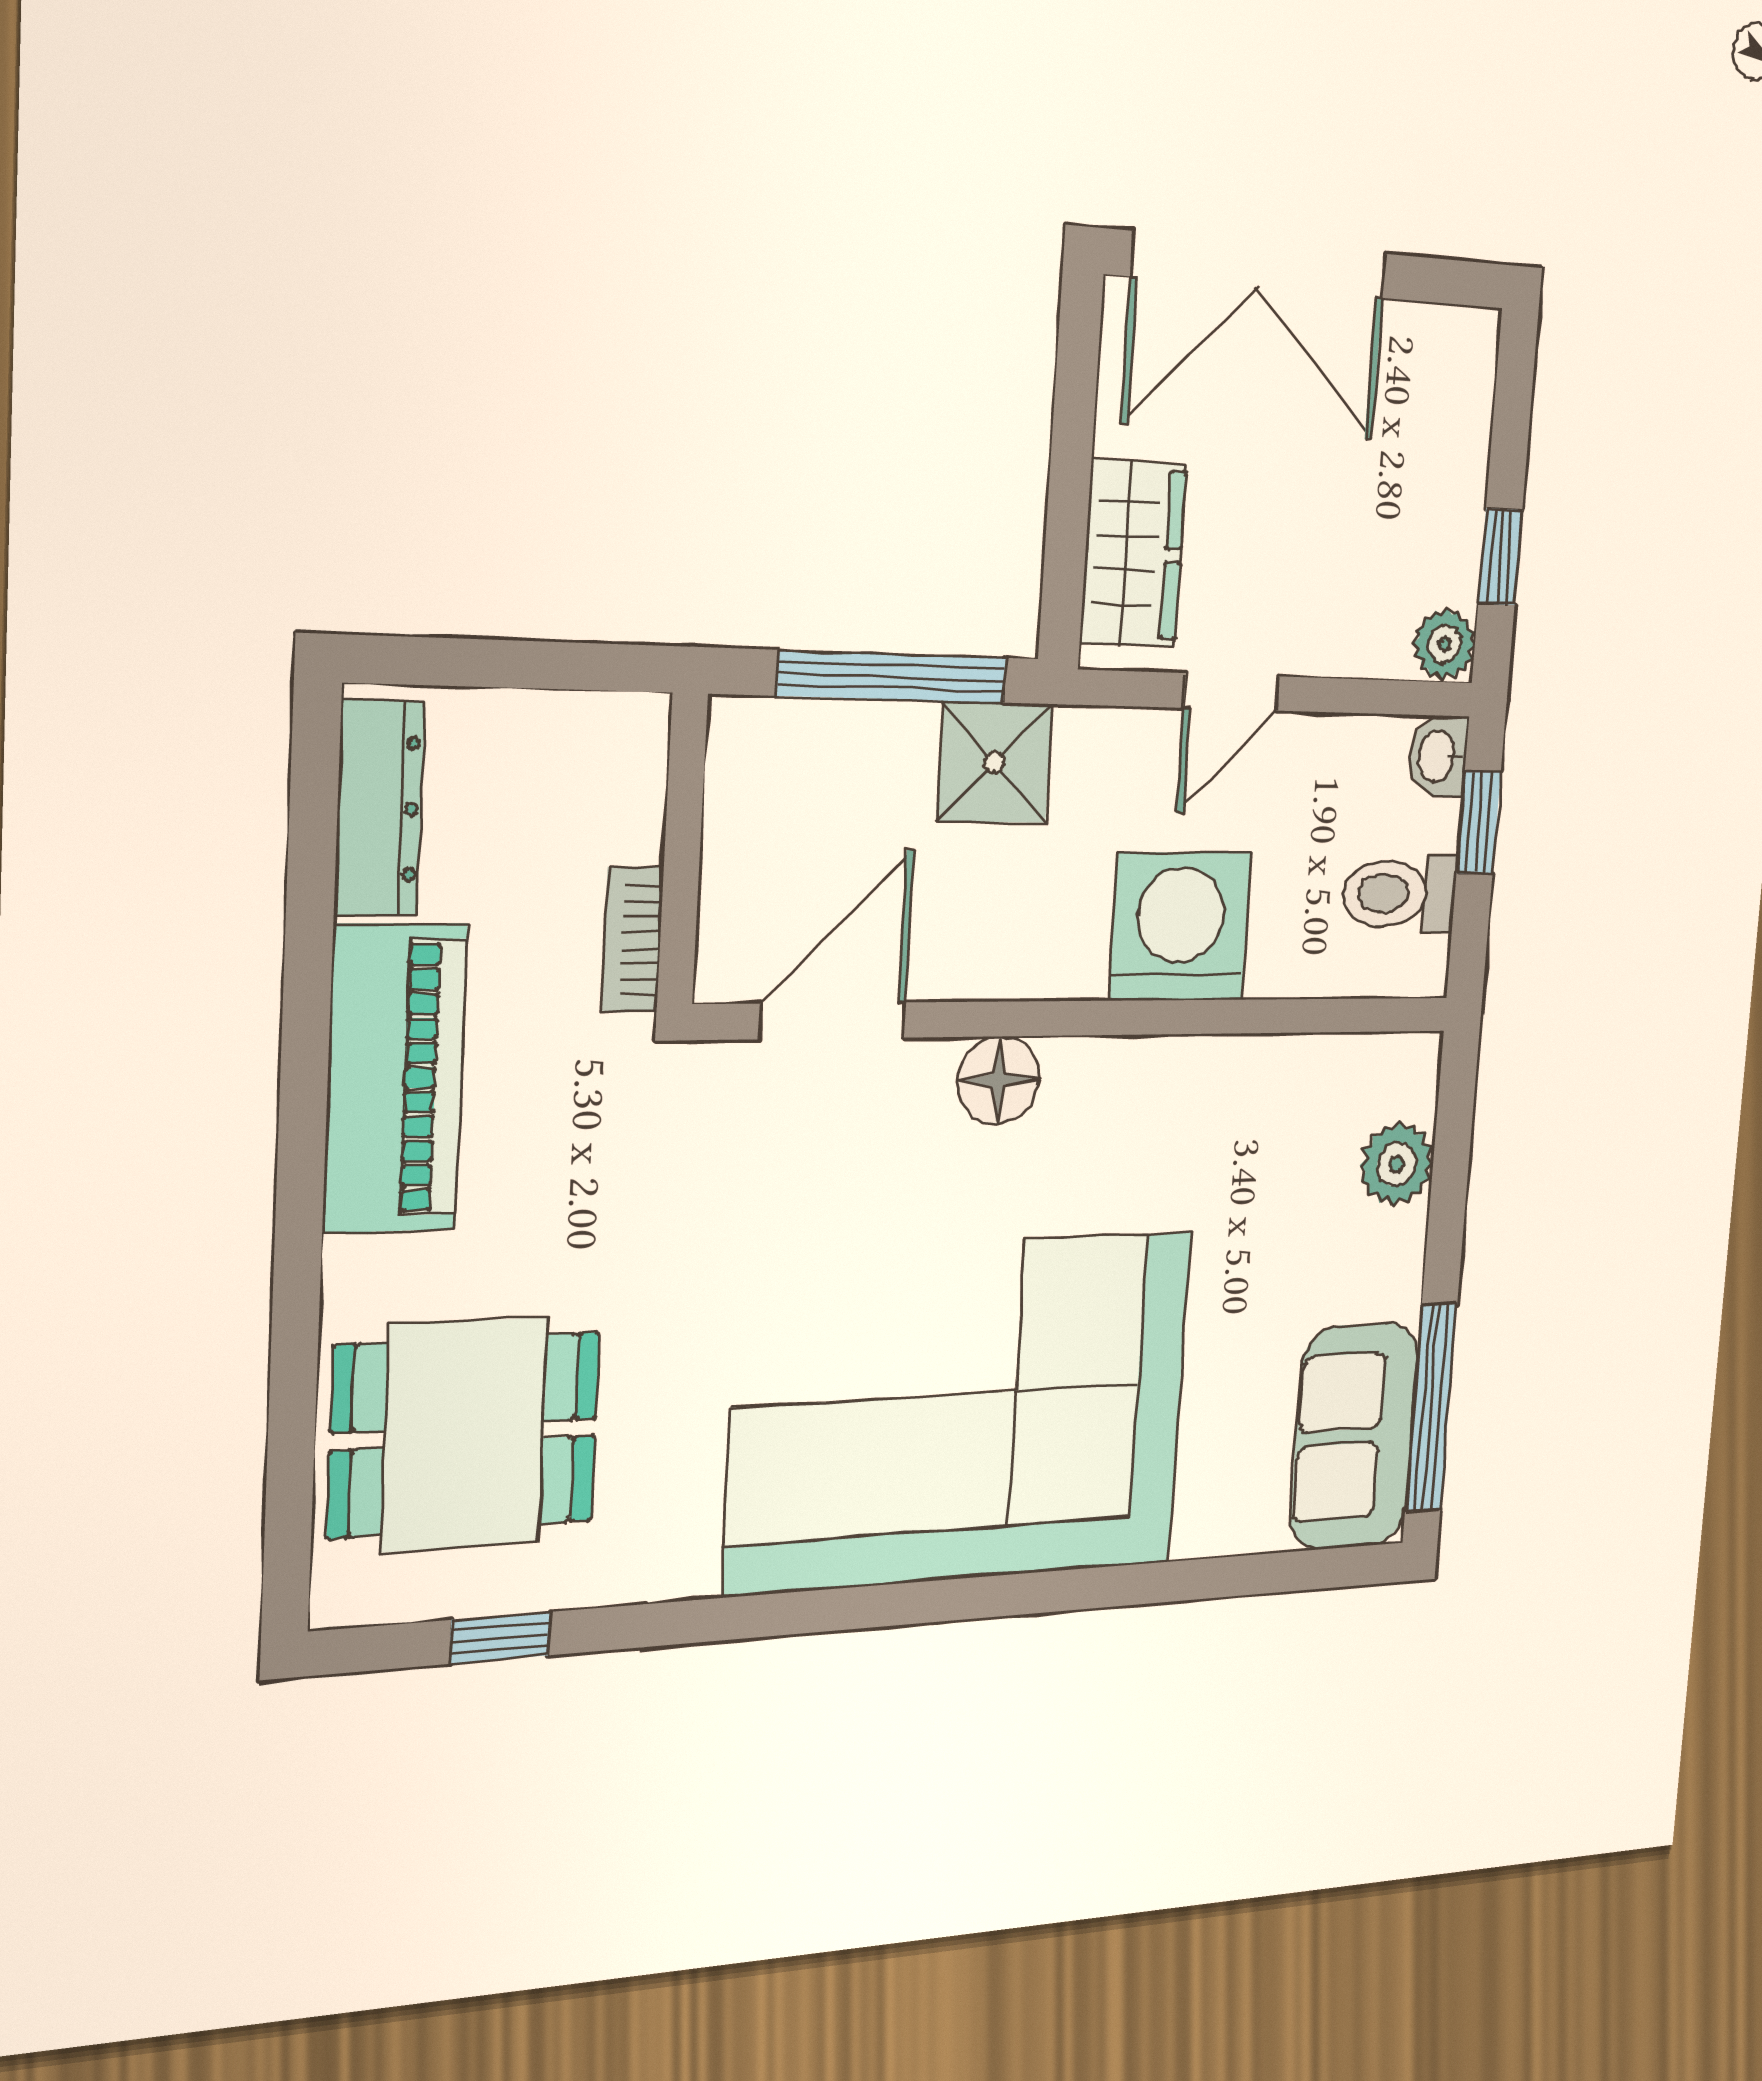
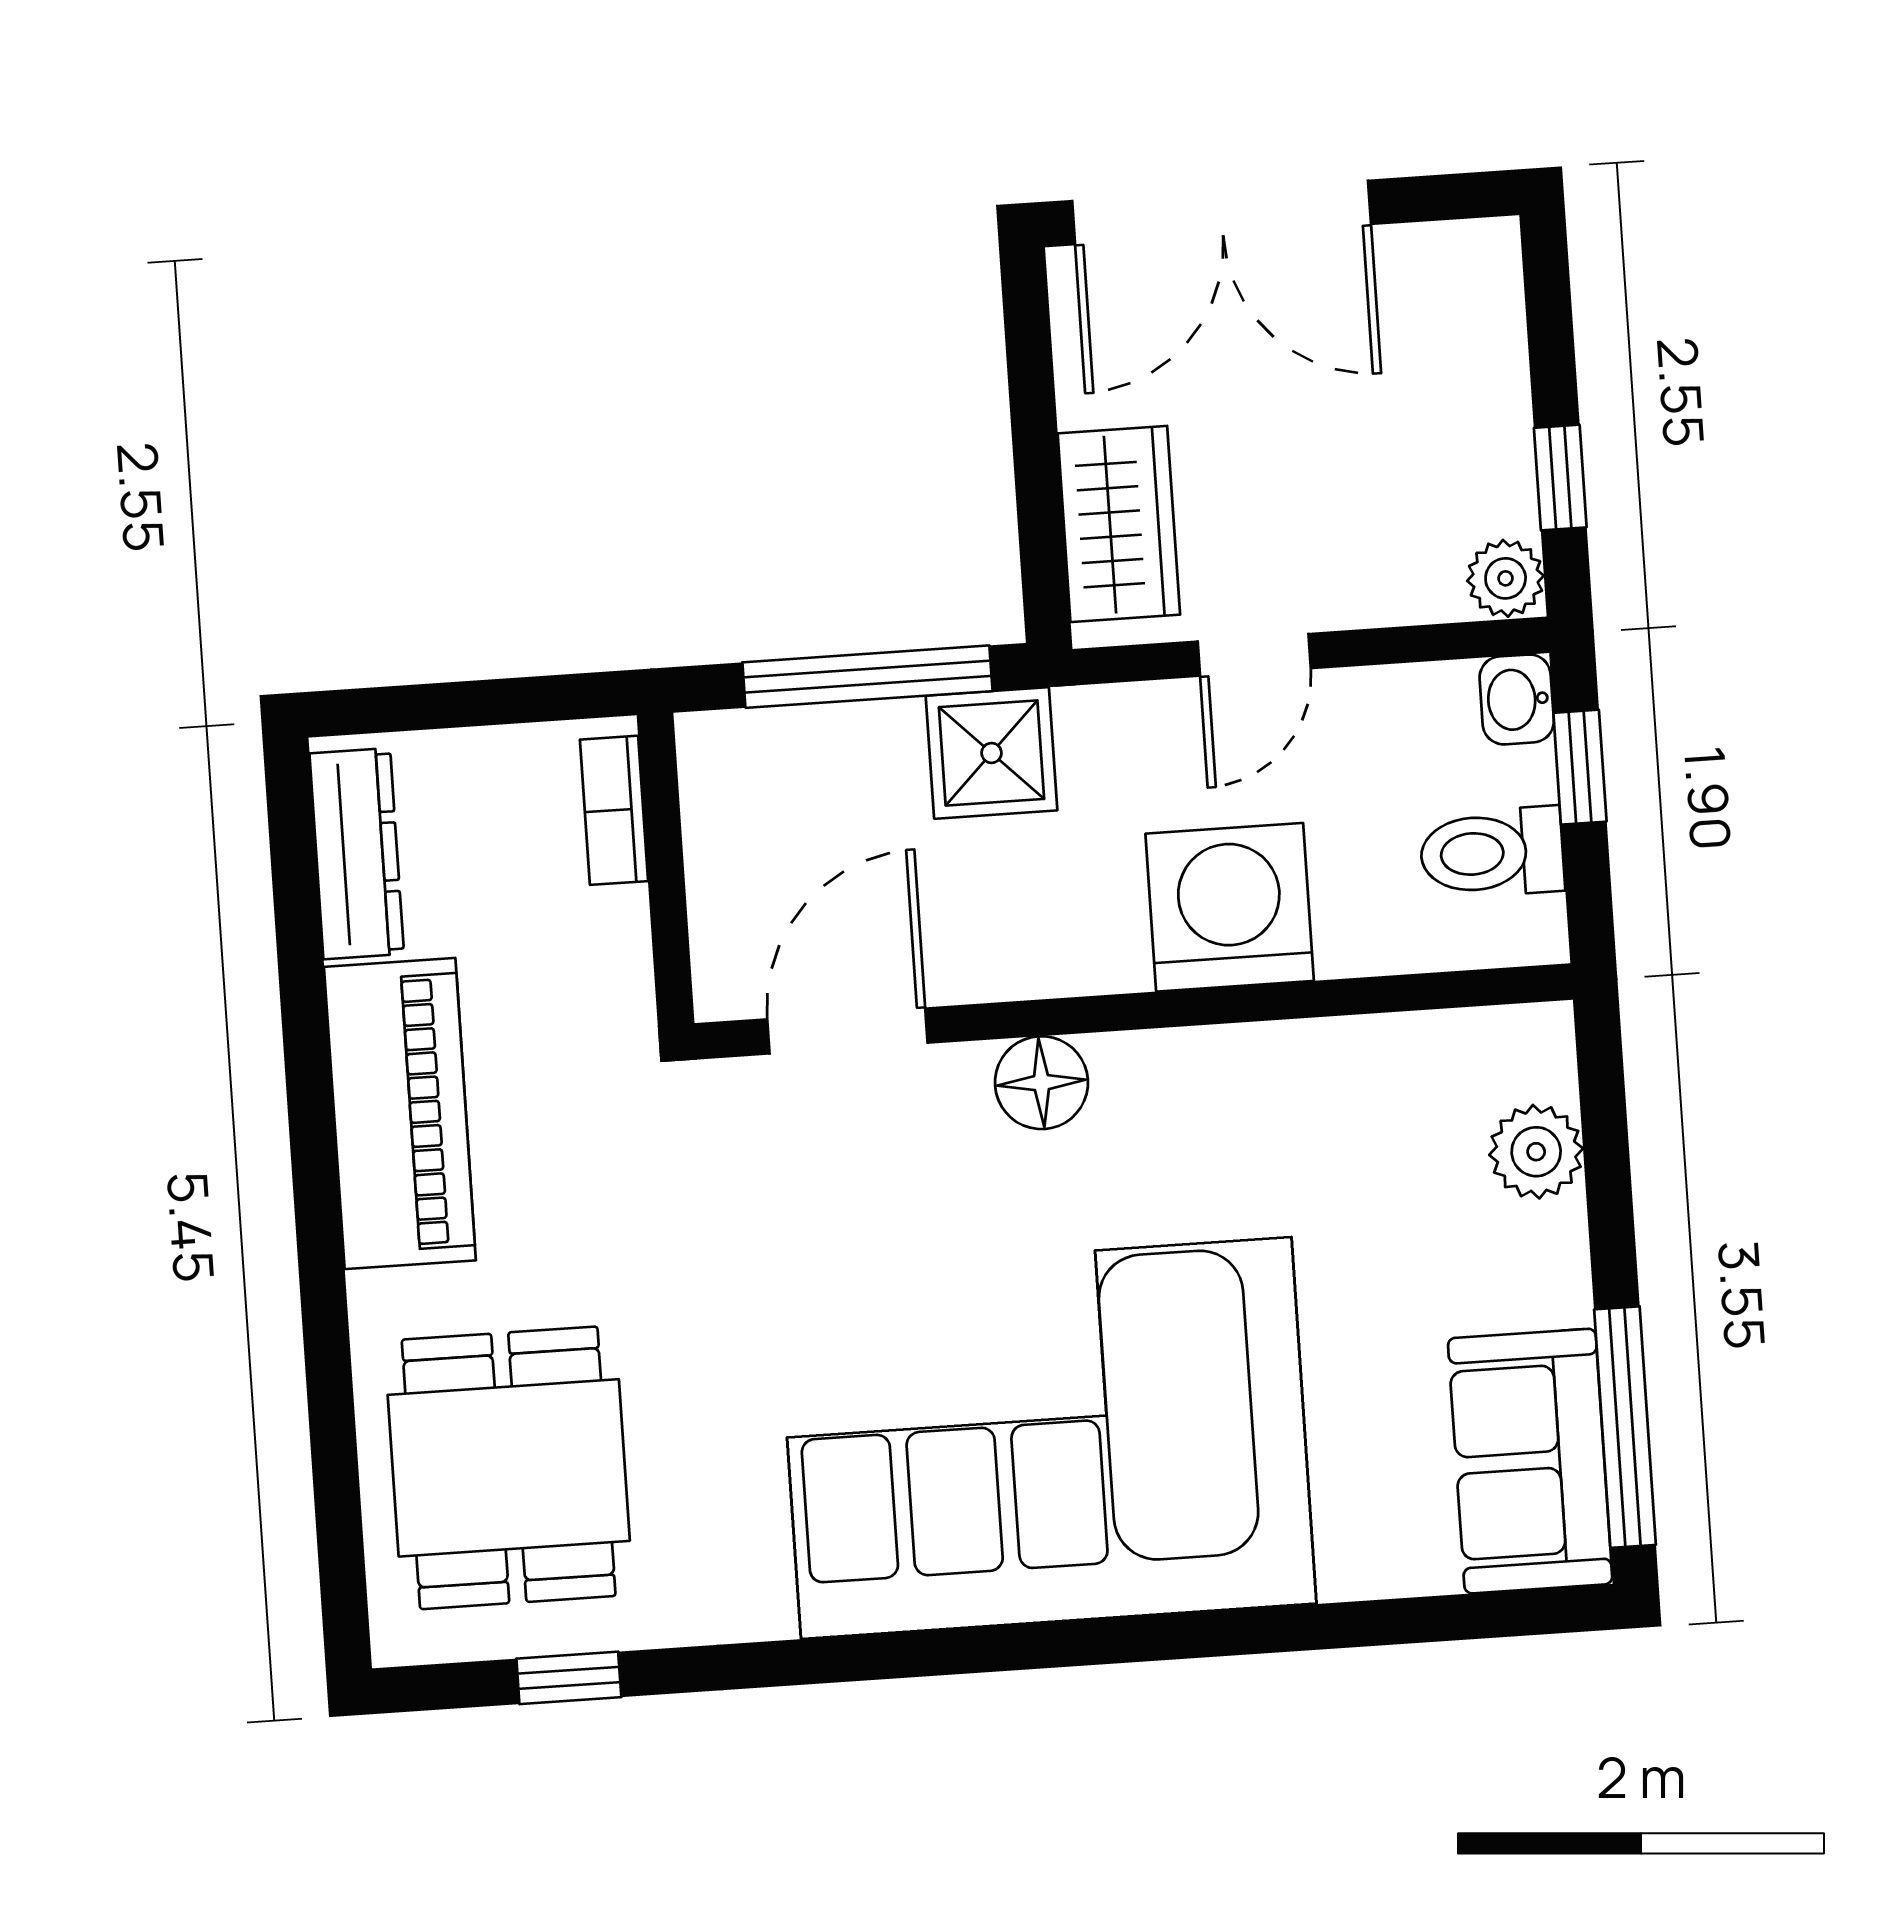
bookcase: (632, 940) -> (614, 810), moved
dining table: (465, 1434) -> (509, 1468), turned 90

